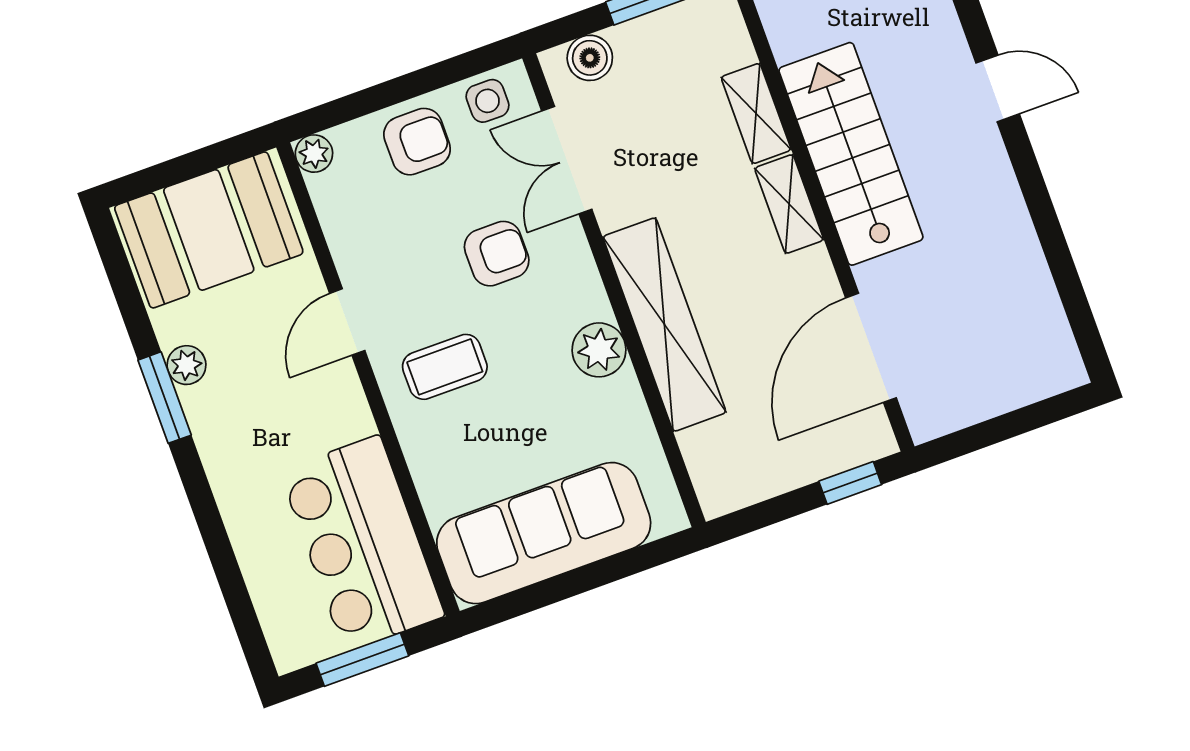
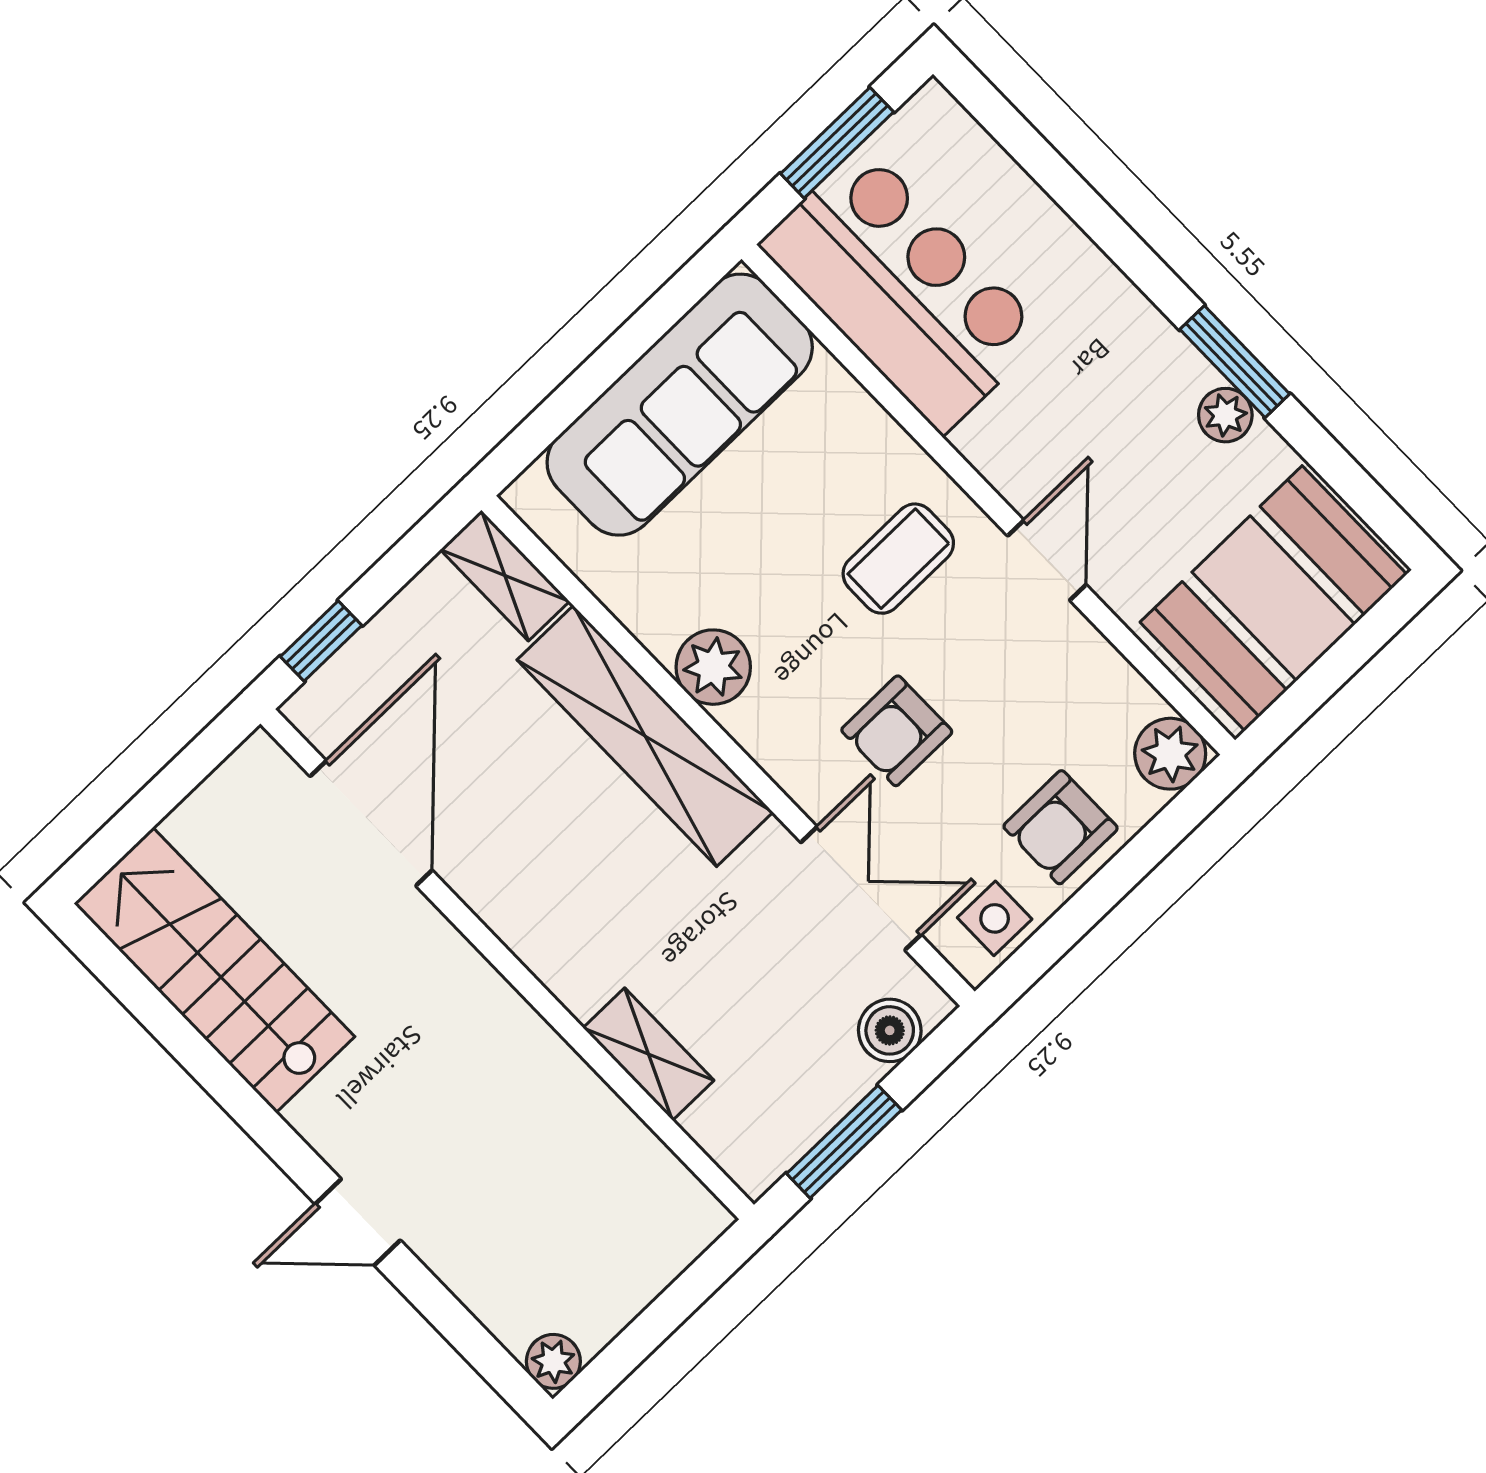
plant: (314, 154) -> (1170, 754), width x1.38, depth x1.38
stairs: (851, 154) -> (214, 970), moved, turned 180
shelving: (789, 204) -> (505, 576), moved

